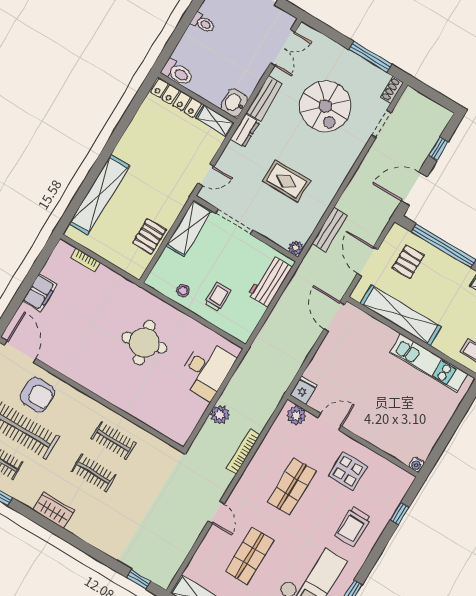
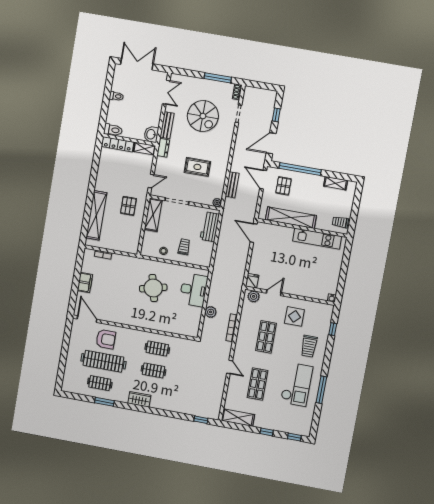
pallet: (149, 236) -> (128, 206), moved
door: (367, 262) -> (263, 179), moved

